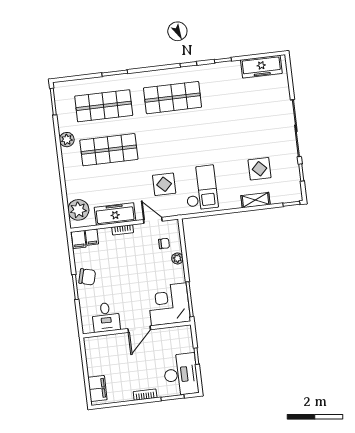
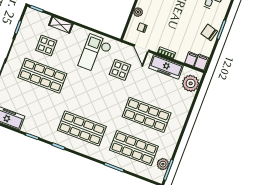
shop shelf: (247, 133) -> (42, 76), added
plant: (67, 140) -> (163, 164), moved

